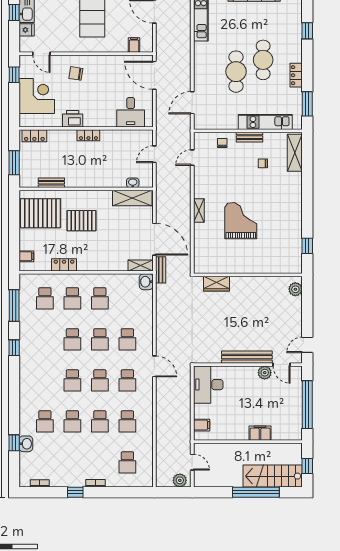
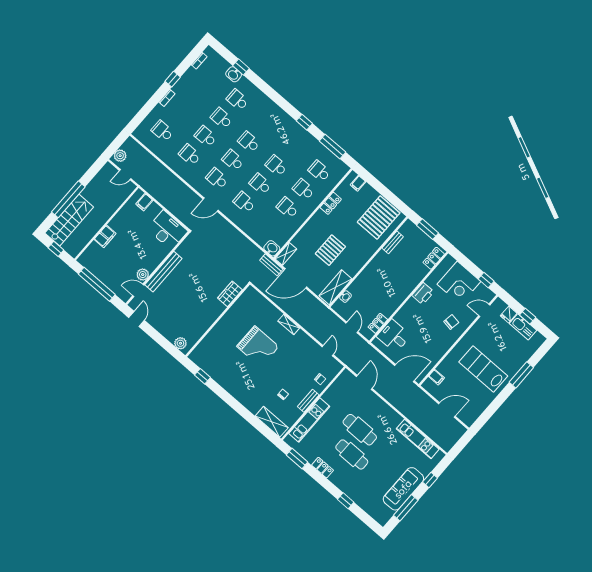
locker: (88, 135) -> (378, 323), moved
pallet: (81, 221) -> (330, 250), moved

